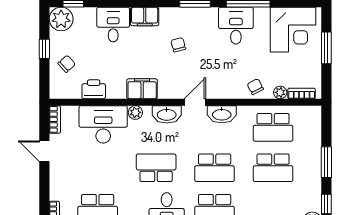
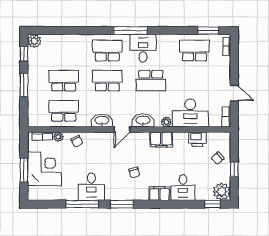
corner desk: (293, 30) -> (44, 169), moved, turned 90

